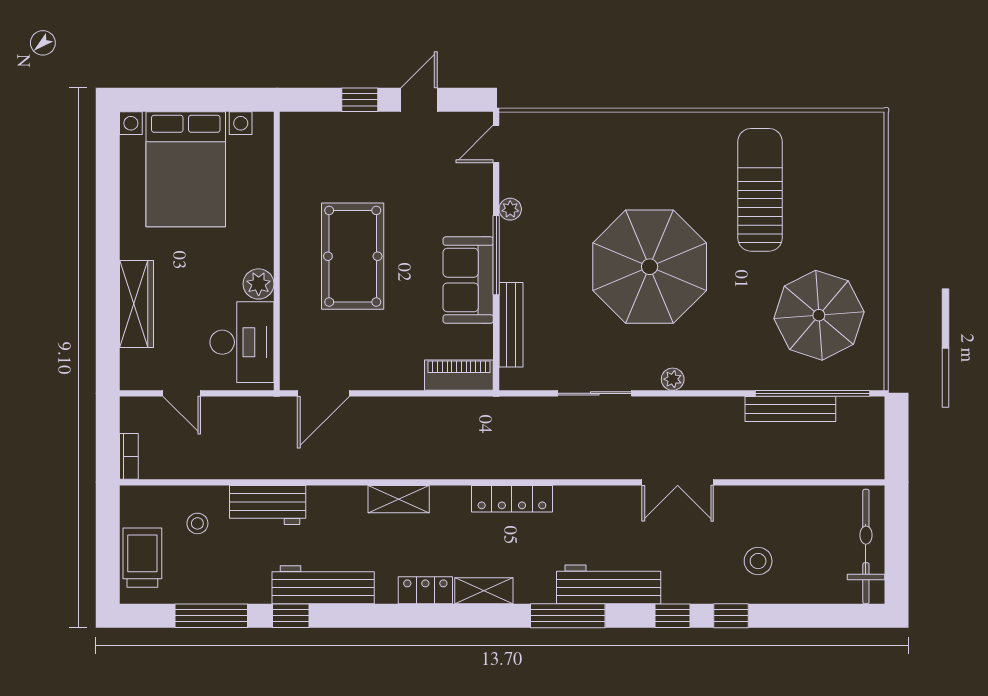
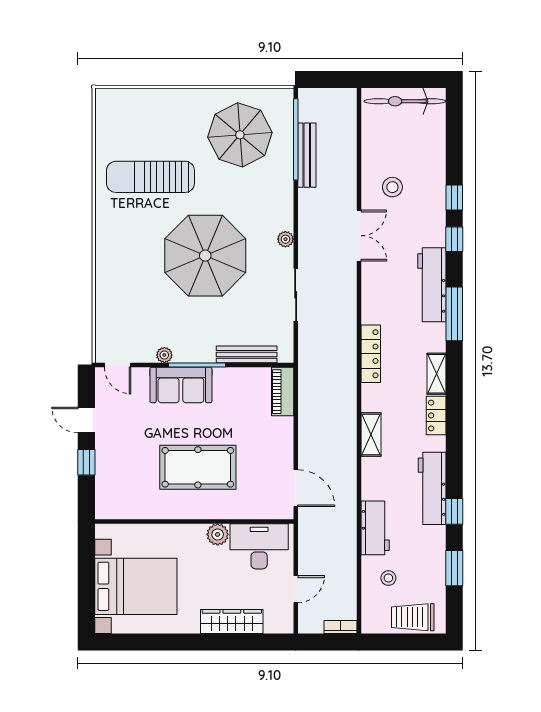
sofa: (468, 280) -> (181, 385), moved
stool: (758, 561) -> (392, 187), moved
window: (211, 616) -> (454, 568), width x0.69

